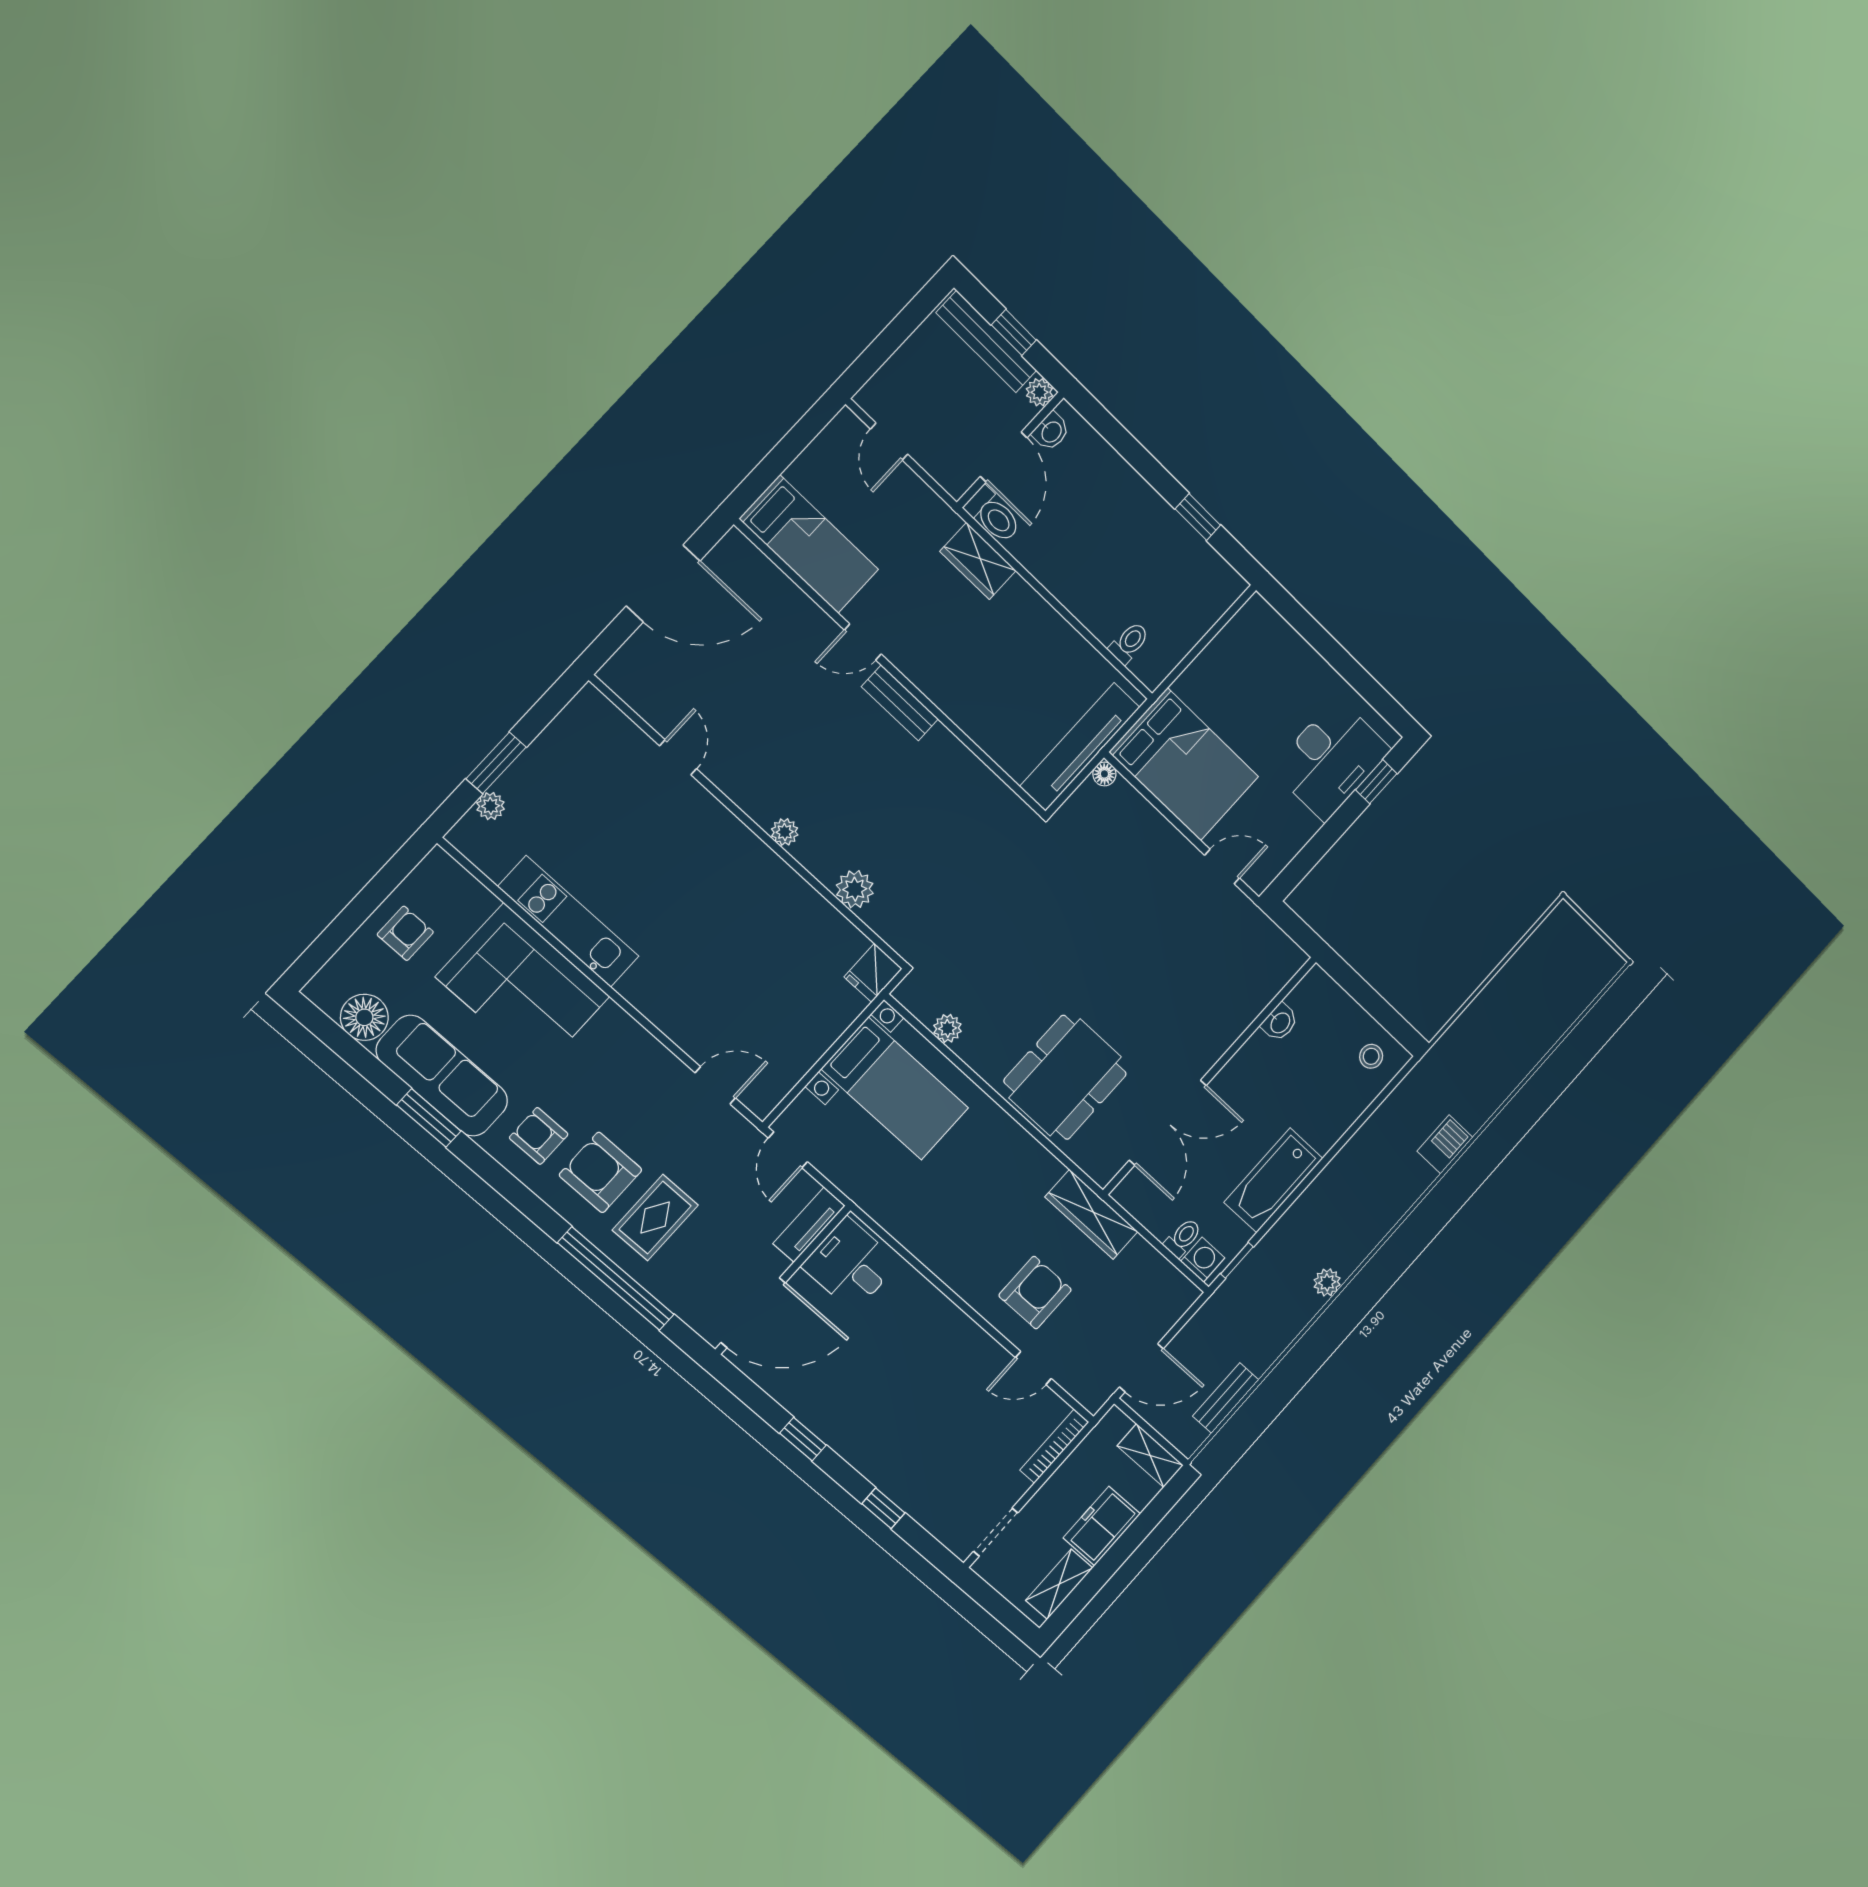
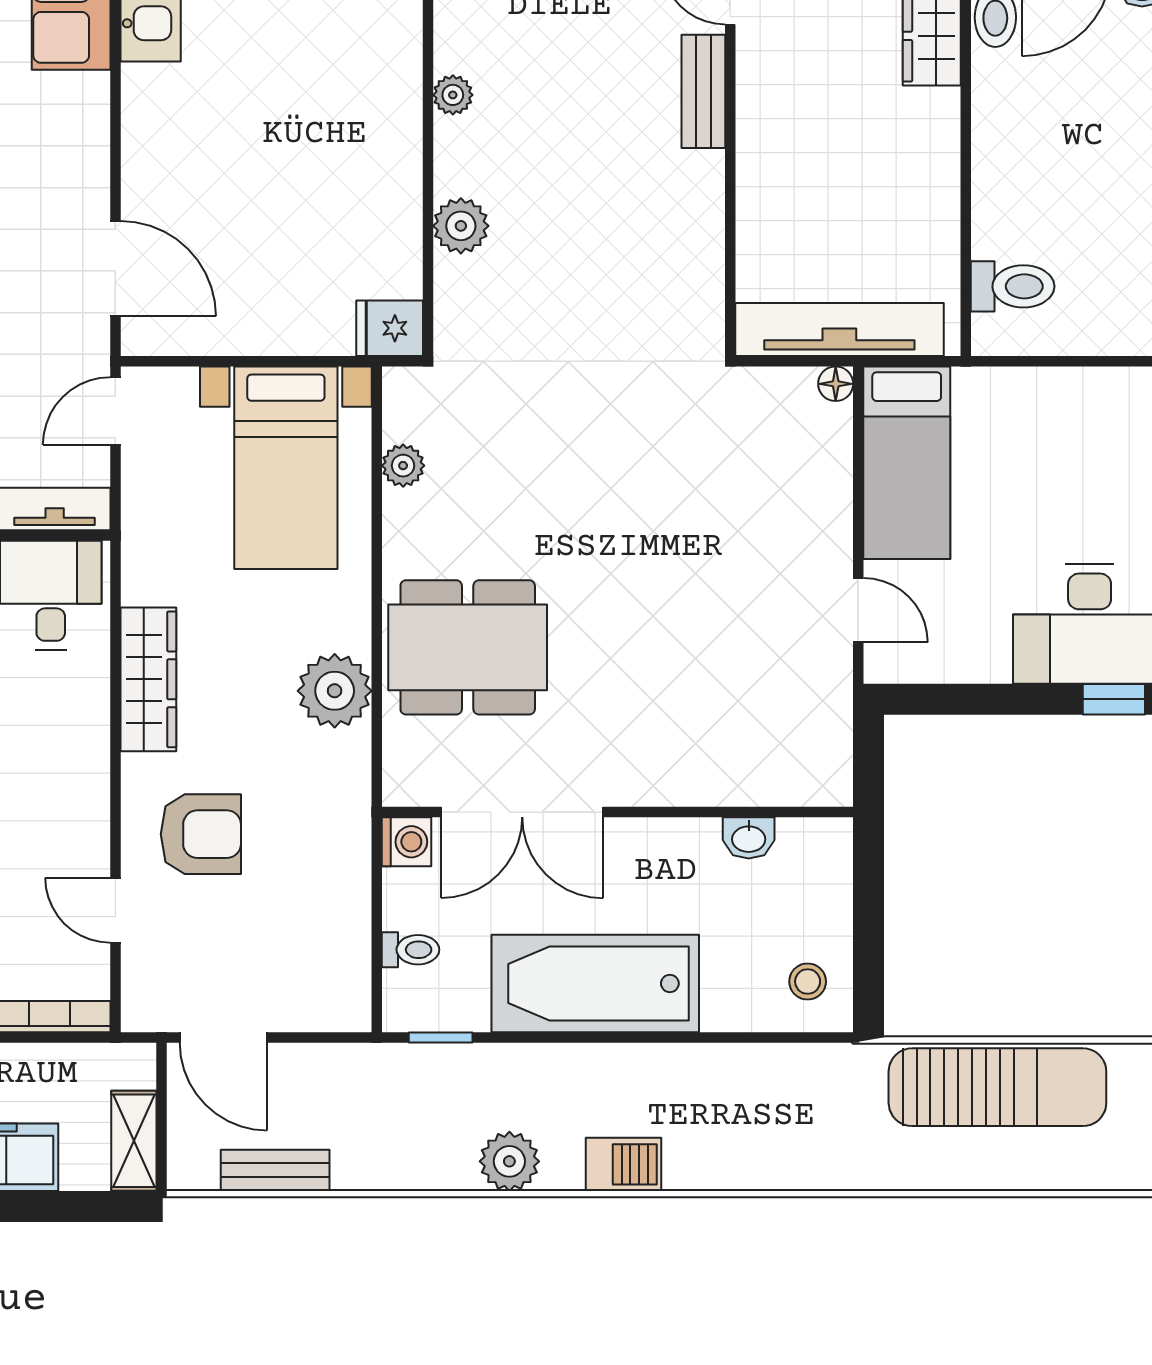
toilet: (1129, 643) -> (1013, 286), width x1.37, depth x1.39
bed: (1184, 764) -> (907, 463), width x0.67
sun lounger: (1500, 1010) -> (997, 1087), added
door: (715, 1085) -> (115, 269), width x1.38
barbecue: (1445, 1144) -> (623, 1164), moved
plant: (1026, 1163) -> (335, 691), added
bathtub: (1274, 1180) -> (595, 983), width x1.36, depth x1.36
wardrobe: (1091, 1214) -> (148, 679), moved, turned 180
washing machine: (1203, 1260) -> (406, 842), moved
plant: (1327, 1282) -> (509, 1161), width x1.38, depth x1.38

